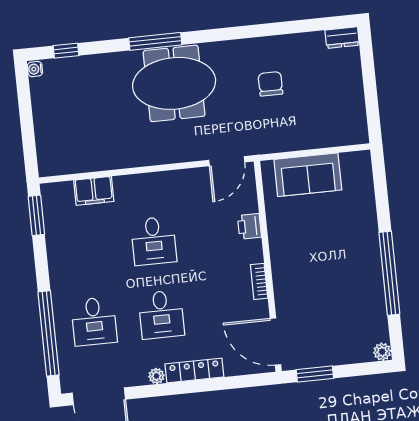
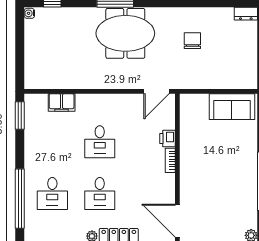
sofa: (308, 175) -> (232, 107), moved
bookcase: (259, 281) -> (170, 160), moved

